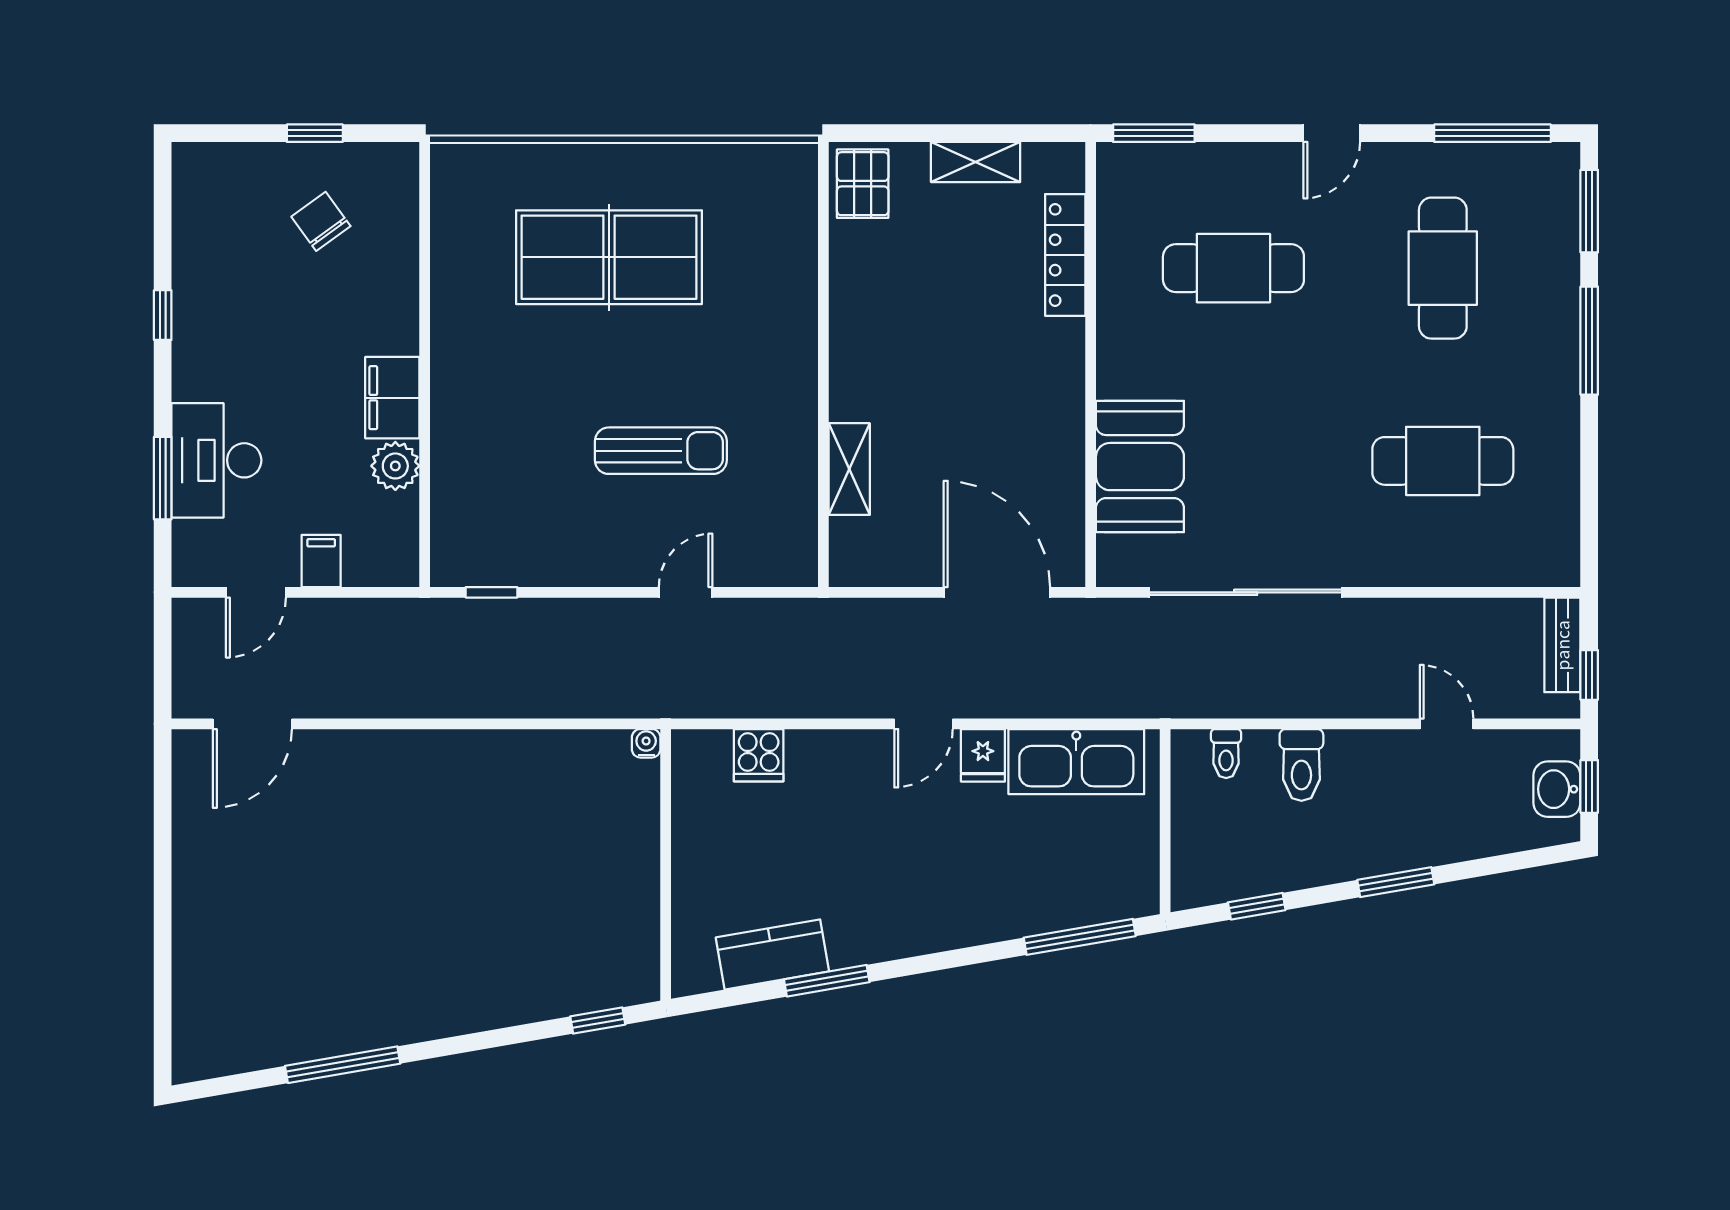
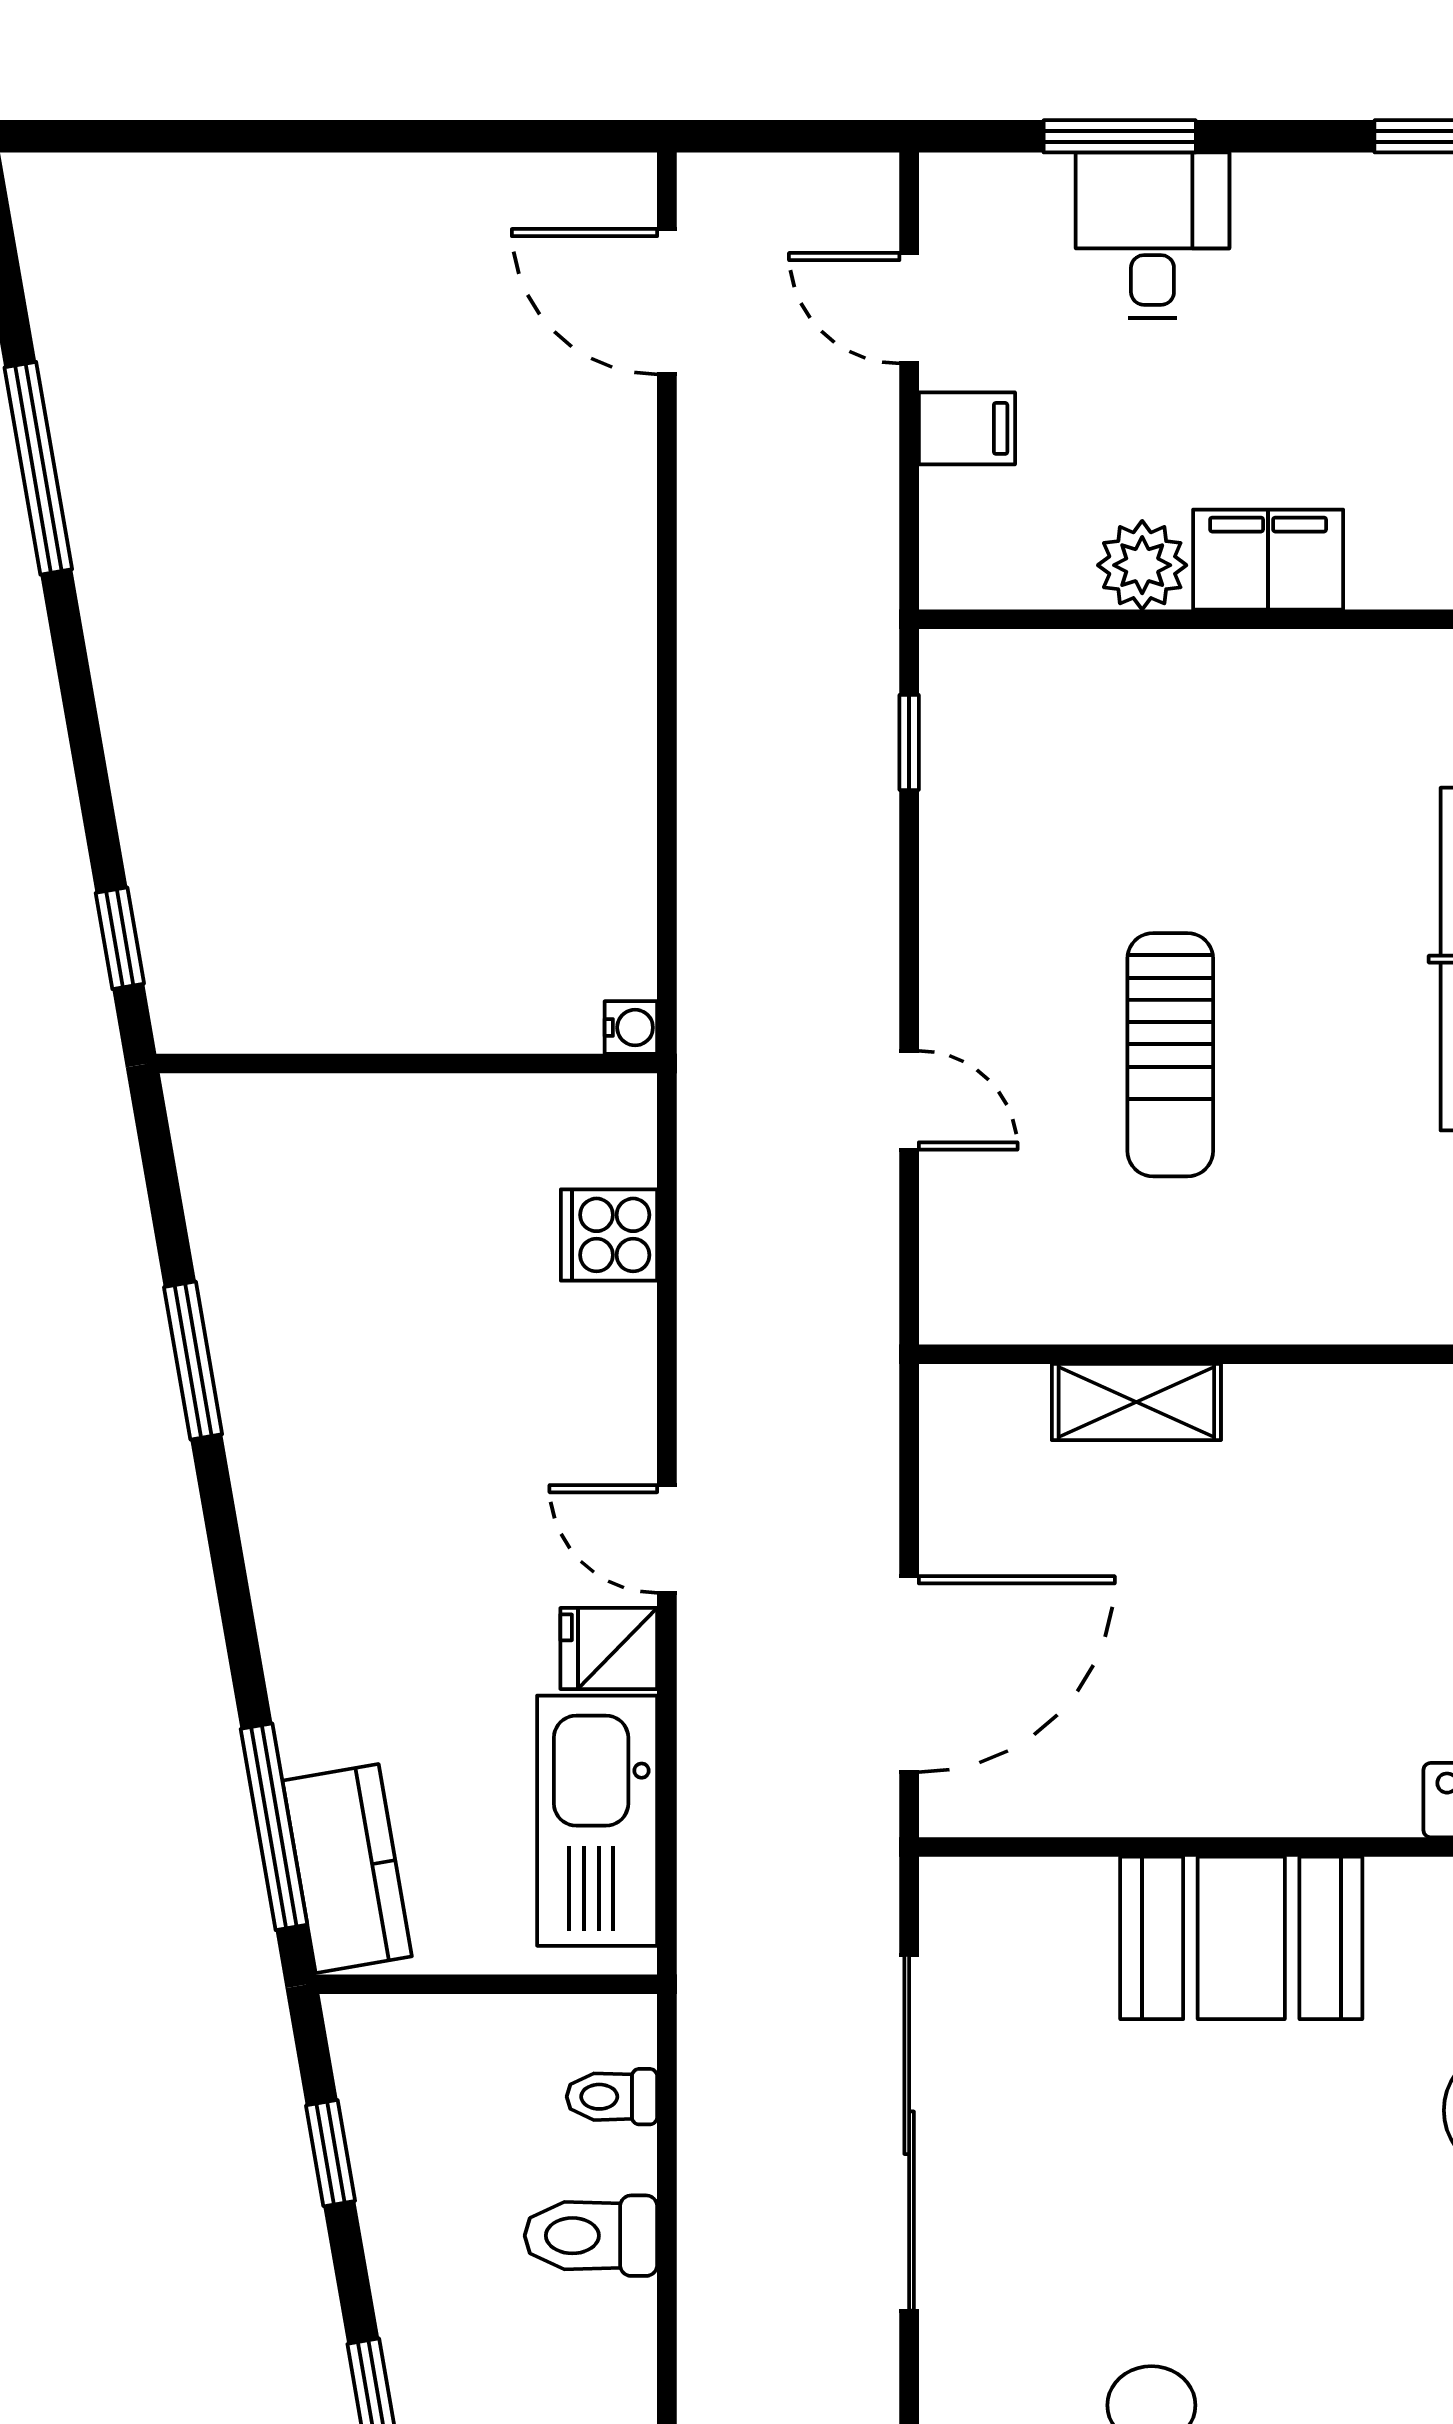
desk: (216, 460) -> (1152, 235), width x0.73
booth: (1140, 467) -> (1241, 1938), moved
kitchen counter: (772, 954) -> (347, 1869), moved

